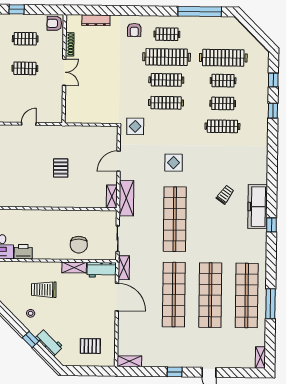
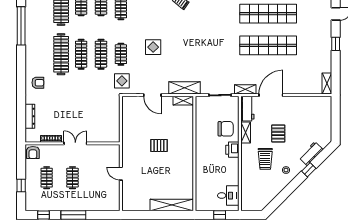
clothes rail: (167, 34) -> (121, 54), moved
shop shelf: (175, 219) -> (202, 45), removed
printer: (23, 252) -> (232, 150), moved
pallet: (90, 346) -> (278, 133), moved

